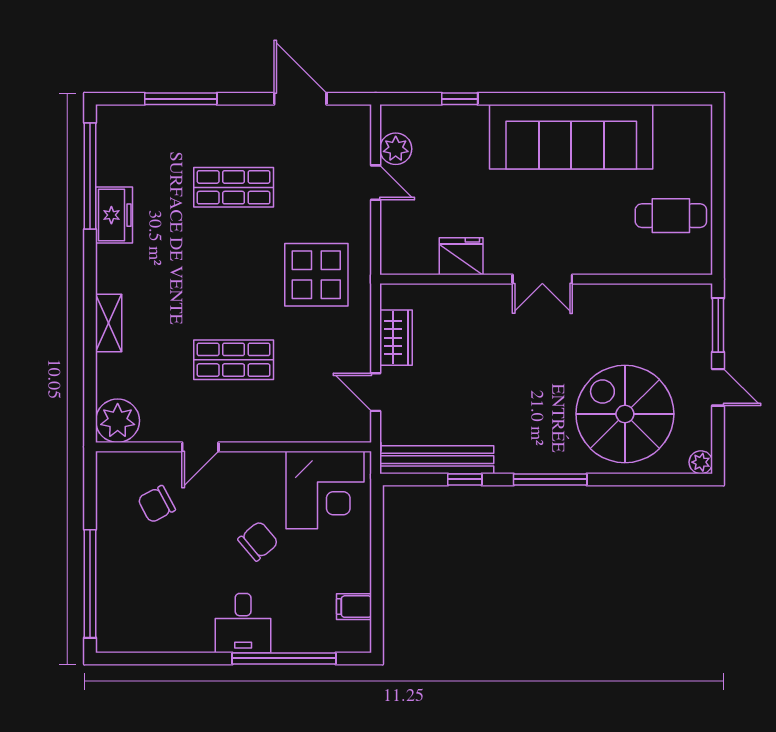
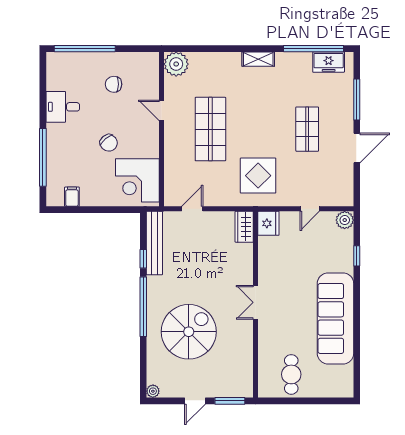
door: (300, 99) -> (357, 148), moved
plant: (396, 149) -> (345, 220), moved
freezer: (114, 215) -> (329, 62), moved
fridge: (461, 256) -> (268, 223), moved
shelving: (109, 323) -> (258, 59), moved
wardrobe: (396, 338) -> (244, 227), moved, turned 90
shop shelf: (234, 360) -> (210, 129), width x1.43, depth x1.36
spiral stairs: (625, 414) -> (189, 332), moved
window: (550, 479) -> (143, 307), width x1.46
chair: (156, 504) -> (114, 84), moved, turned -60
desk: (243, 623) -> (63, 107), moved

